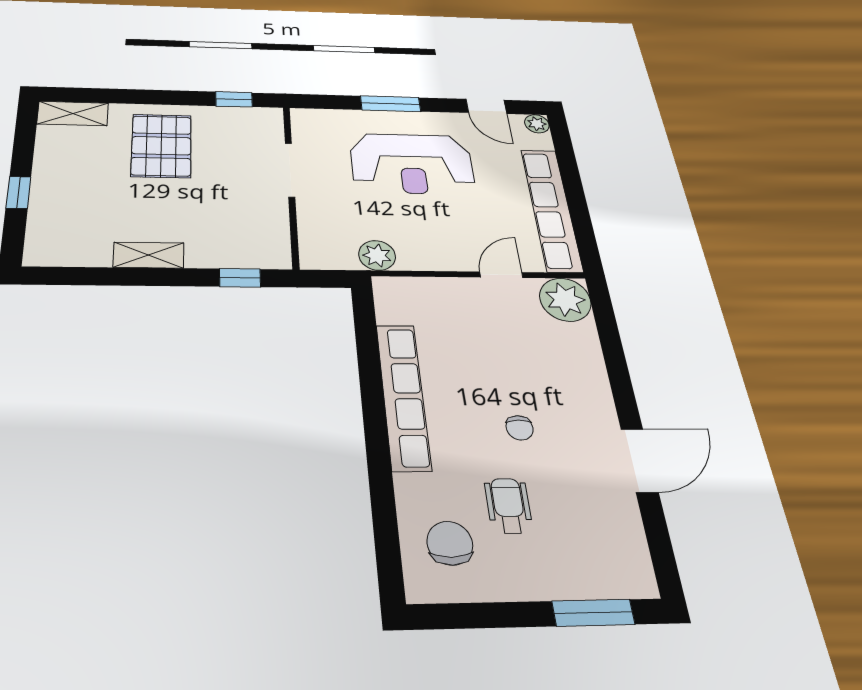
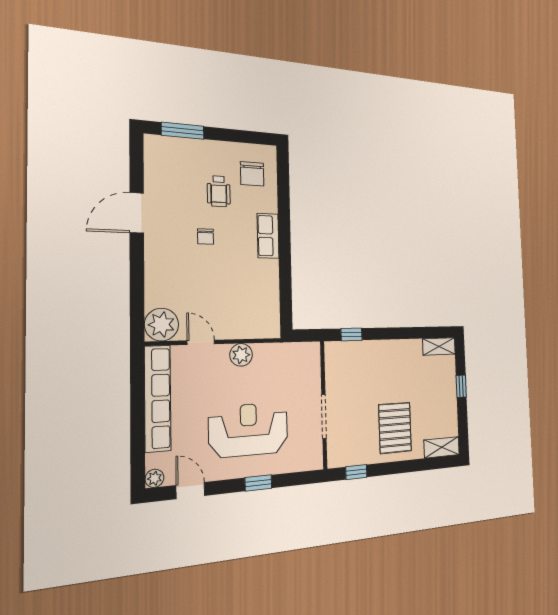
window: (391, 104) -> (258, 483), width x0.67
shelving: (149, 255) -> (439, 346), moved
plant: (377, 255) -> (241, 355), moved
door: (501, 275) -> (201, 342), swing flipped
row of seats: (403, 396) -> (268, 236), width x0.50
chair: (520, 428) -> (206, 236), turned 180

